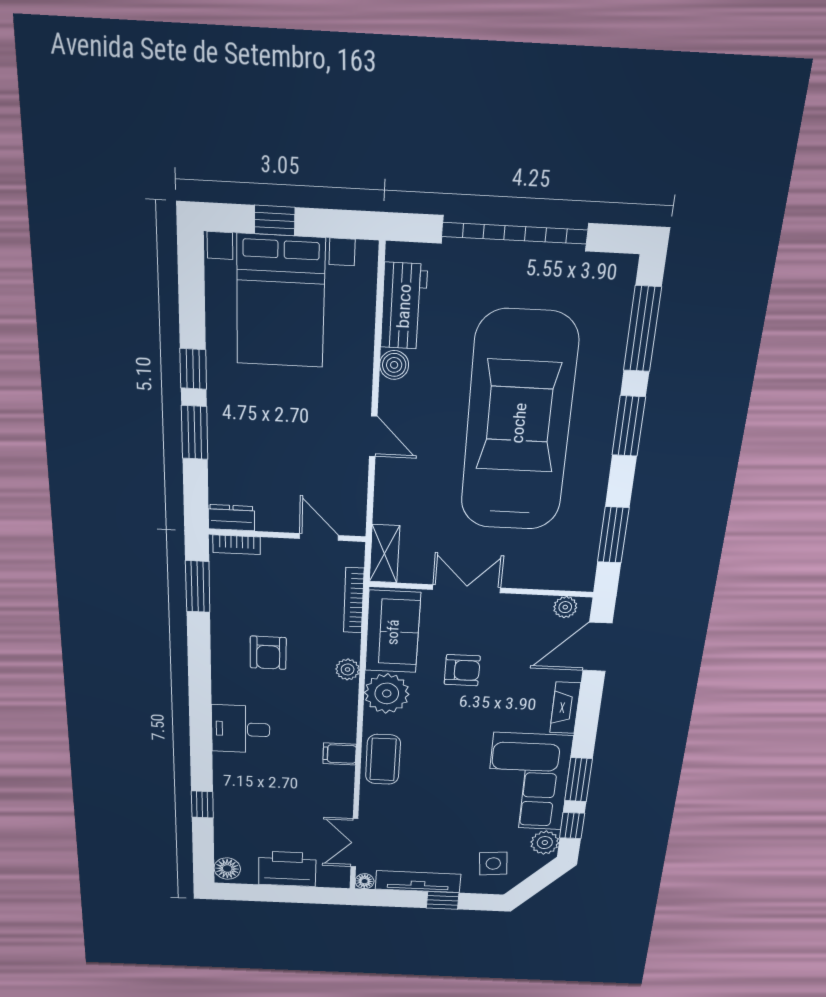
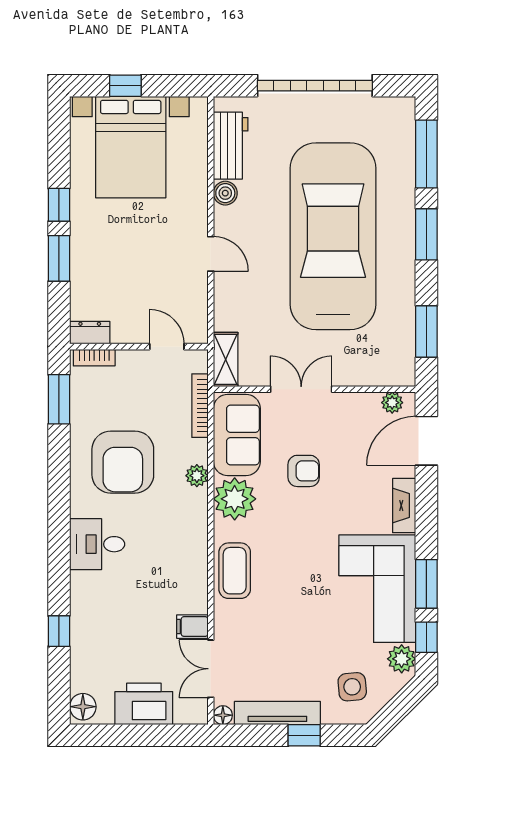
armchair: (268, 653) -> (123, 462), width x1.88, depth x1.88
filing cabinet: (340, 754) -> (192, 627), moved

